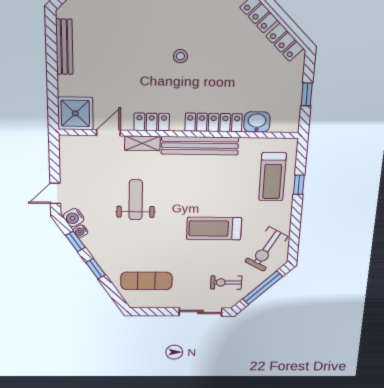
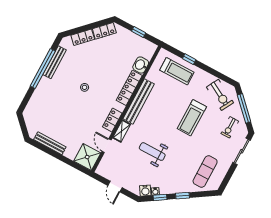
door: (55, 193) -> (115, 187), moved

